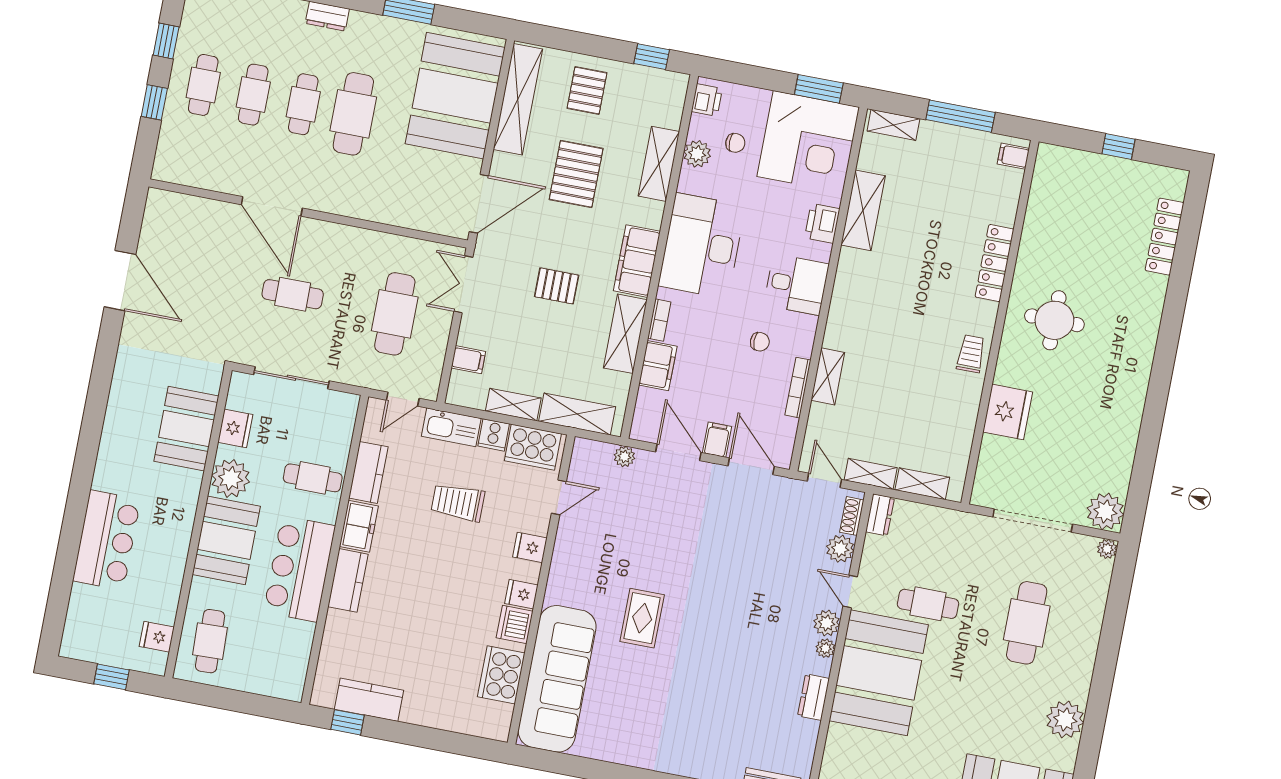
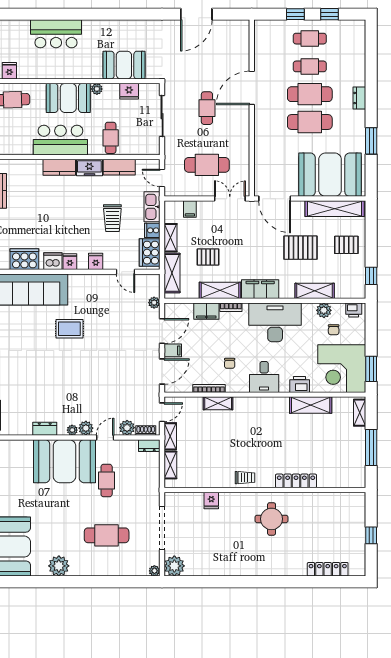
cafe table: (303, 104) -> (310, 94), width x1.37, depth x1.35
filing cabinet: (1013, 156) -> (355, 480), removed
pallet: (557, 286) -> (208, 257), moved, turned 90
fridge: (1008, 412) -> (211, 500), width x0.53, depth x0.75
plant: (231, 478) -> (97, 89), width x0.53, depth x0.53
trolley: (458, 502) -> (112, 218), turned 180

